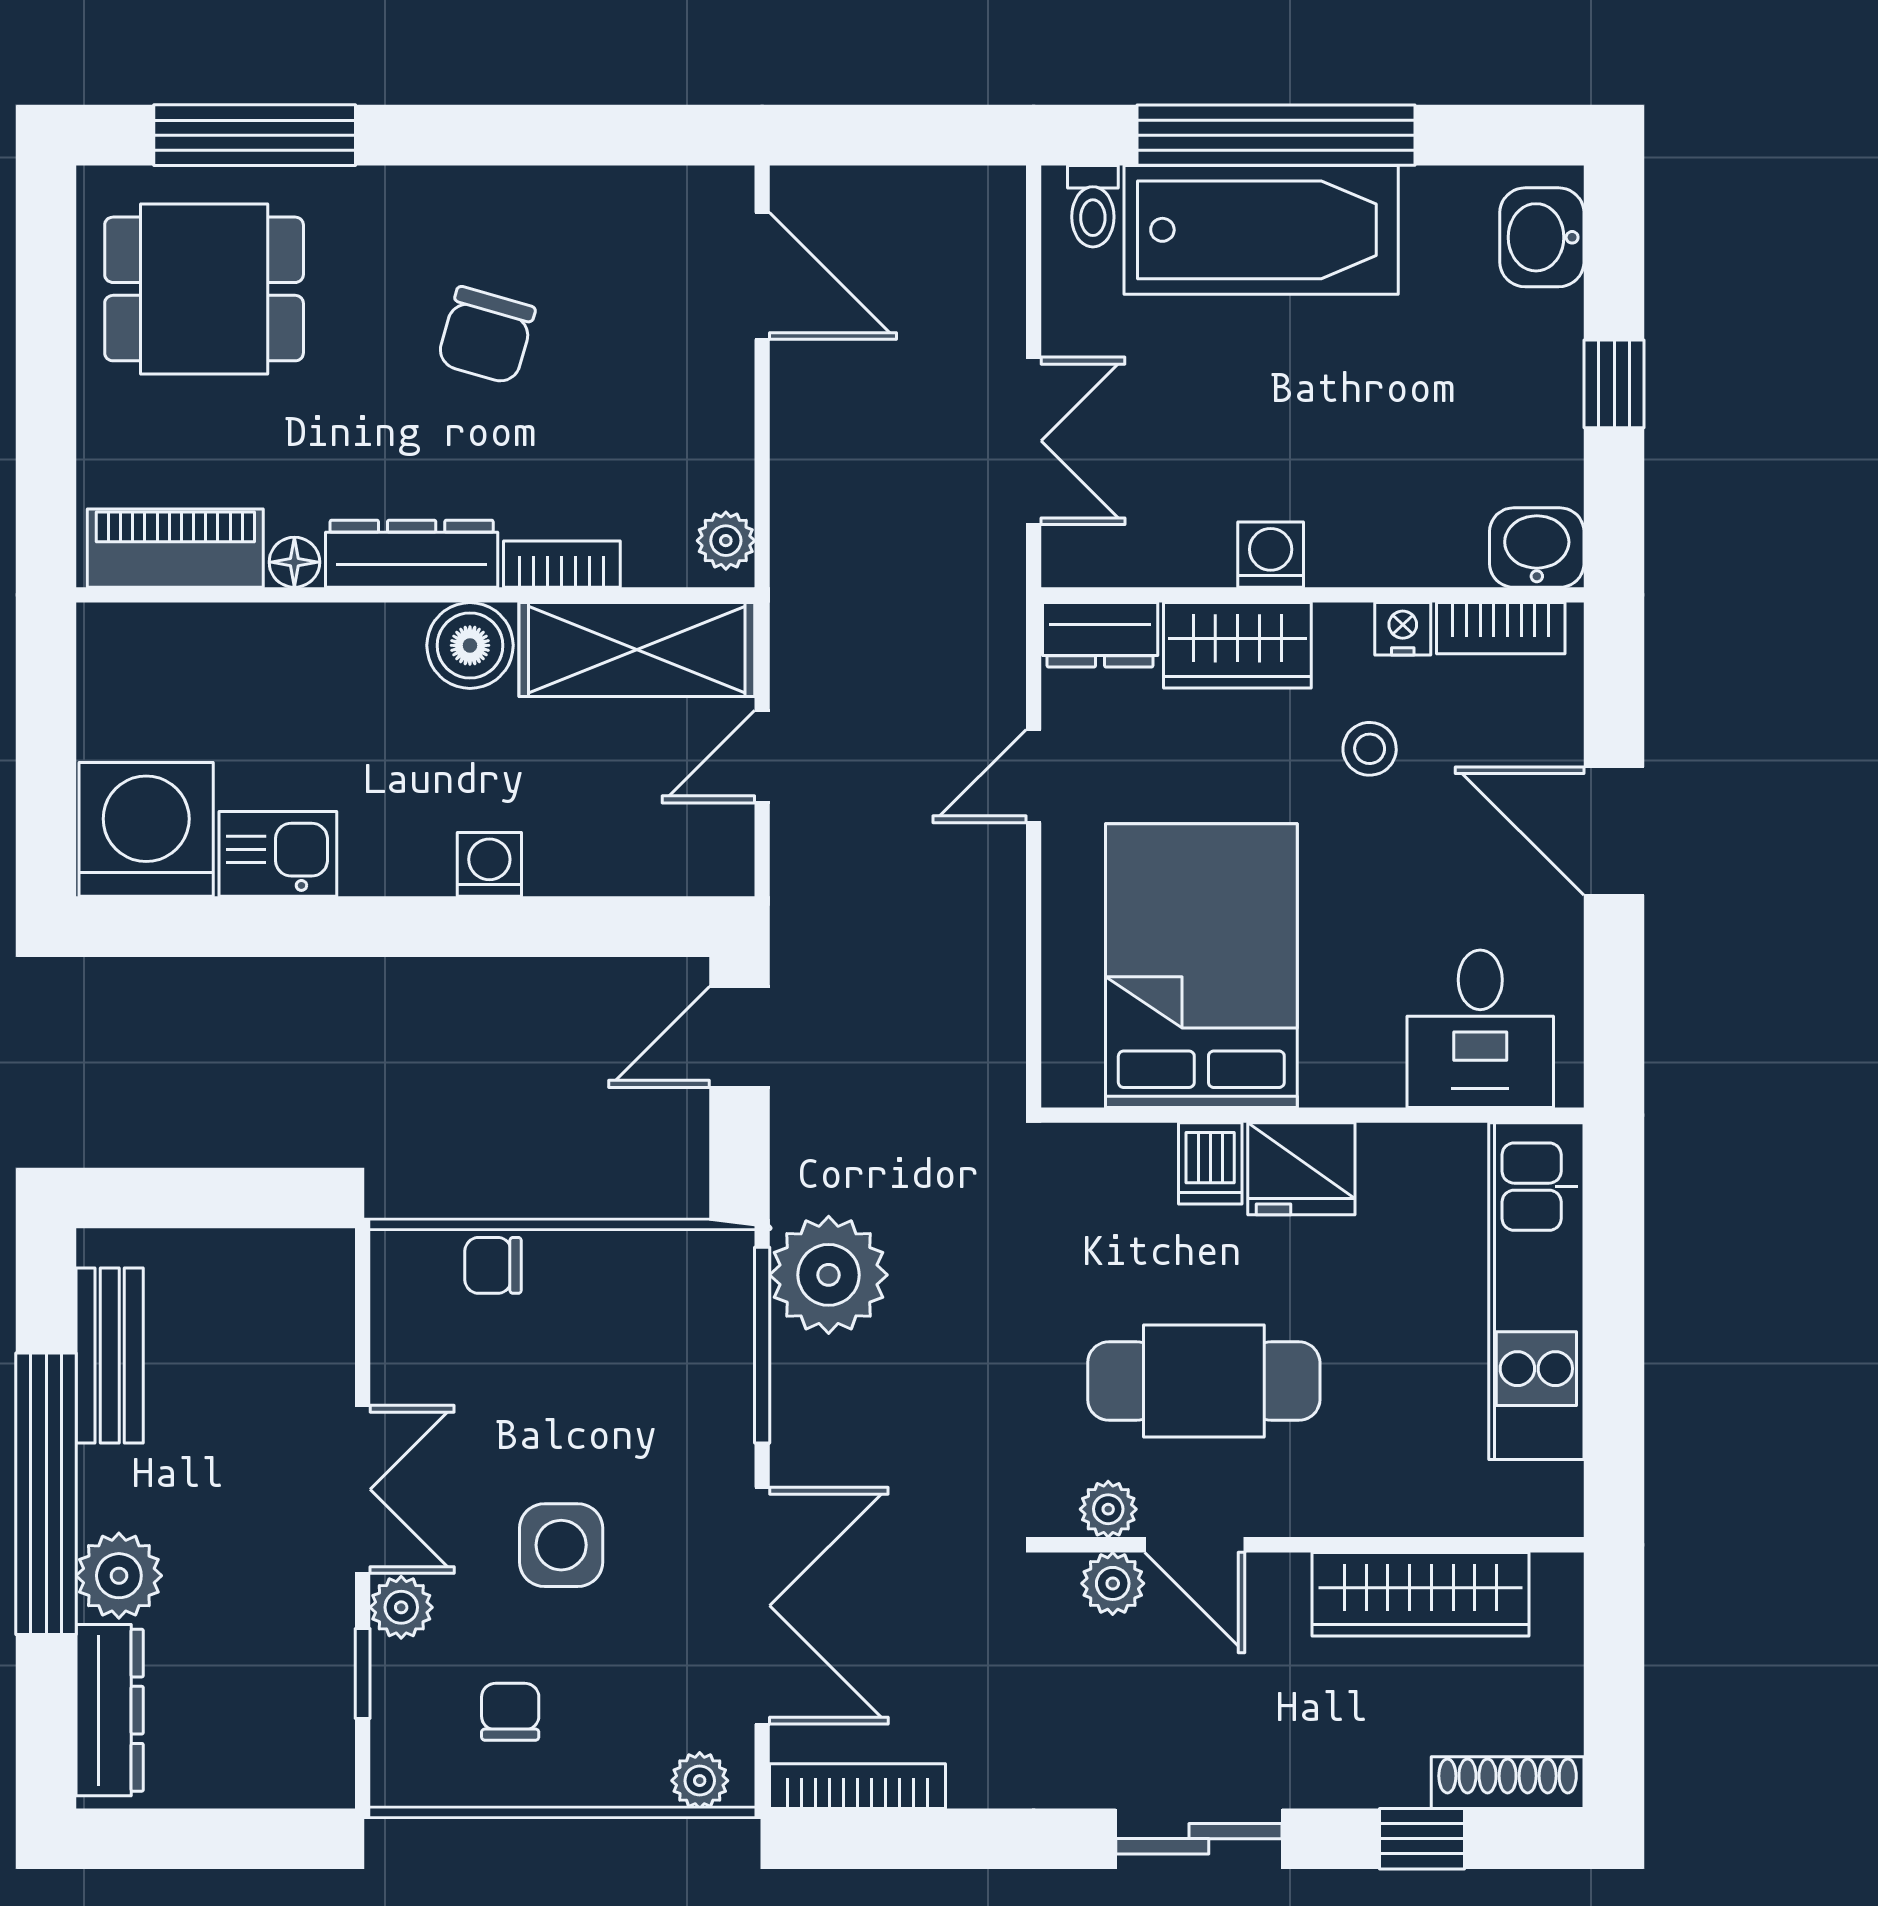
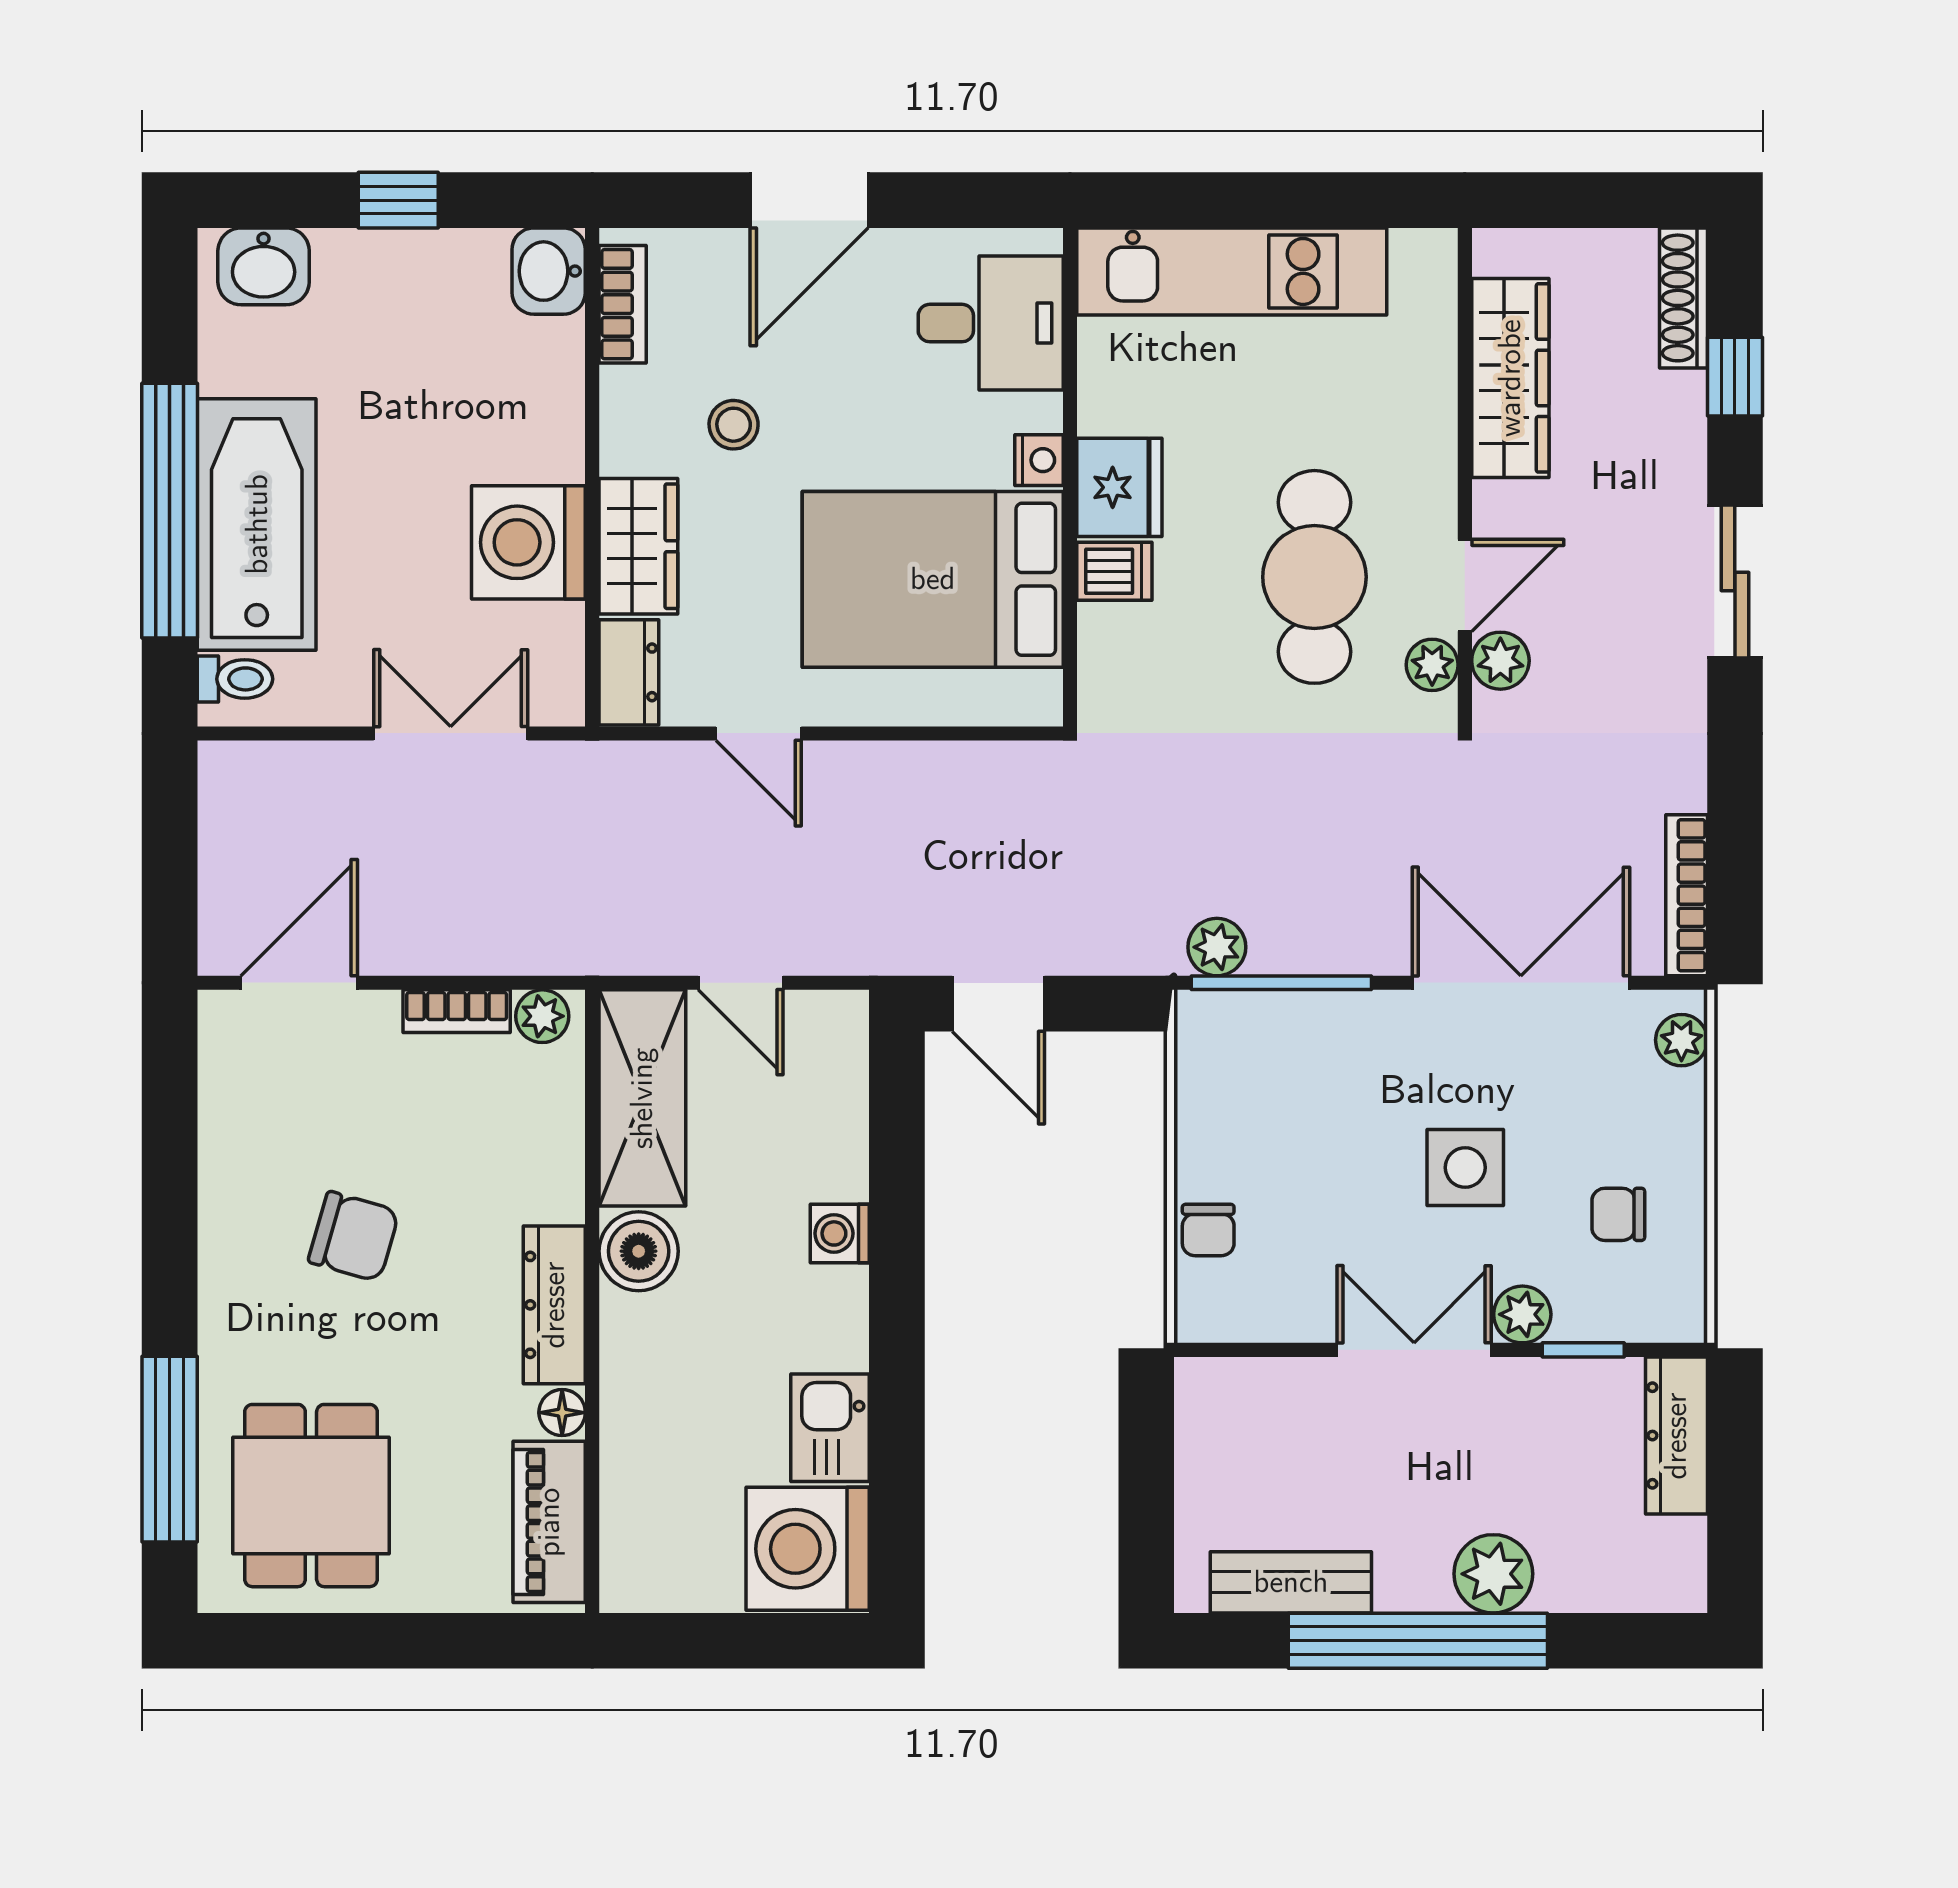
washing machine: (1271, 555) -> (528, 542), width x1.89, depth x1.89
bookcase: (562, 564) -> (457, 1011), moved, turned -90
nightstand: (1403, 629) -> (1039, 460), moved, turned 180
plant: (829, 1275) -> (1217, 947), width x0.53, depth x0.53
dresser: (110, 1710) -> (1676, 1436), moved, turned -90

